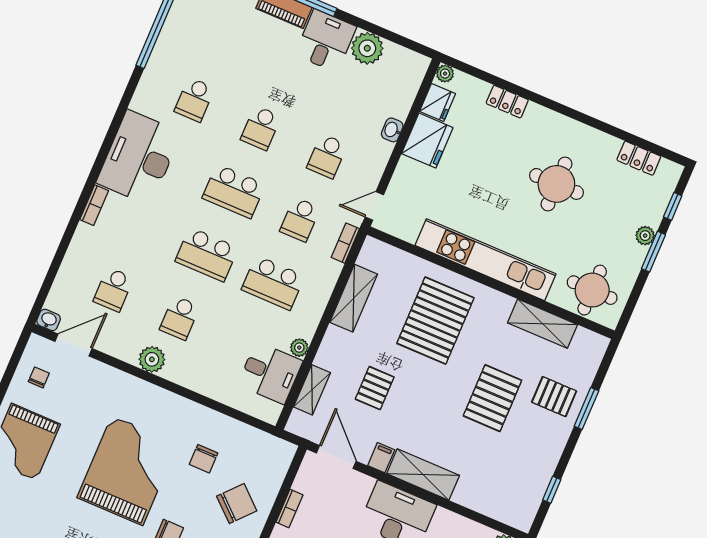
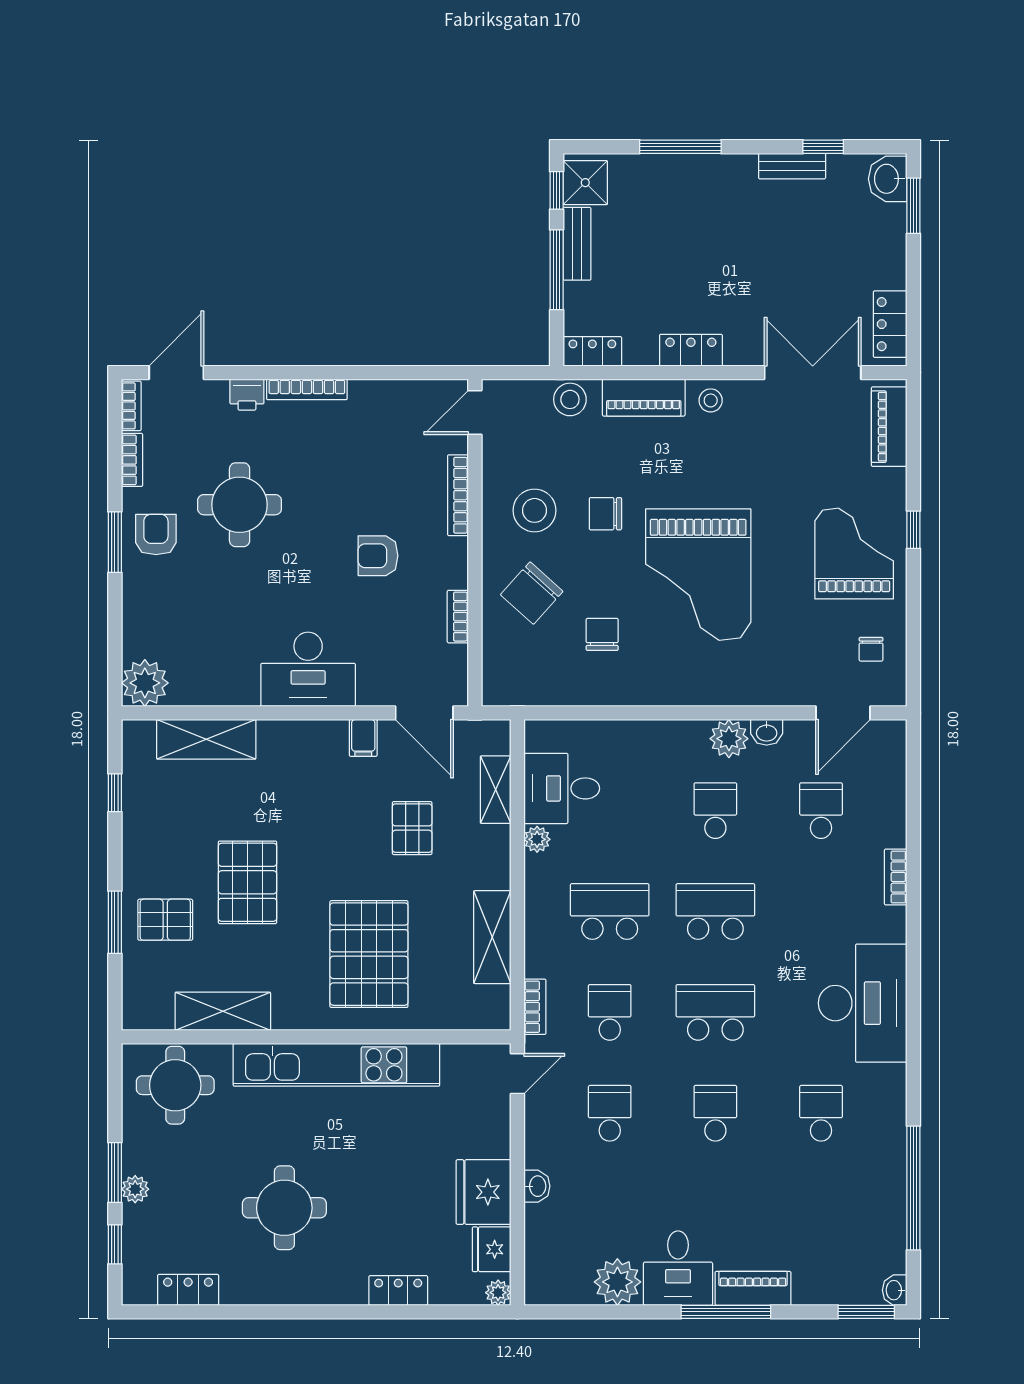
bookcase: (94, 205) -> (896, 877), moved
washbasin: (49, 320) -> (767, 732), moved
shelving: (423, 474) -> (206, 739), moved

